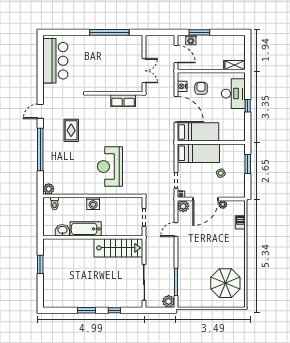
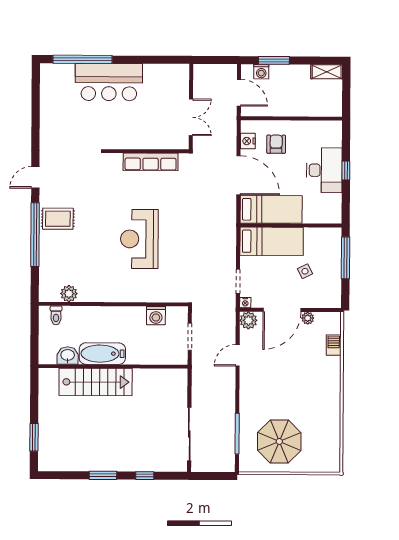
window: (109, 32) -> (83, 59), moved
bar counter: (55, 61) -> (109, 82), moved, turned 90
shelving: (235, 65) -> (327, 72), moved
desk: (233, 94) -> (324, 170), moved
row of seats: (123, 101) -> (151, 162), width x1.48
rug: (71, 130) -> (58, 219), moved, turned 90
window: (248, 164) -> (345, 258), width x1.44
reception desk: (110, 167) -> (139, 239), moved
plant: (49, 189) -> (69, 294), moved
washing machine: (93, 203) -> (156, 316), moved
stairs: (118, 248) -> (96, 382), moved
window: (40, 264) -> (34, 437), moved
parasol: (225, 283) -> (279, 441), moved
plant: (169, 301) -> (226, 463), removed

